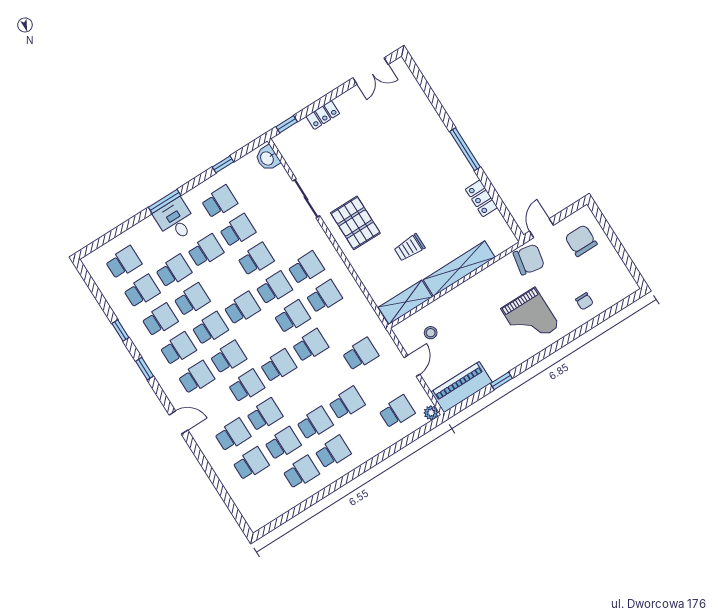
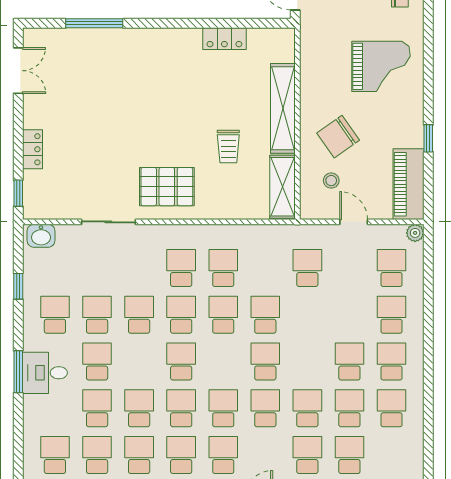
window: (465, 149) -> (94, 23), moved
chair: (529, 260) -> (338, 137), moved, turned -136
school desk: (347, 403) -> (392, 315), moved

